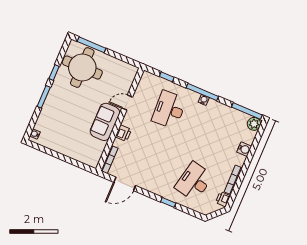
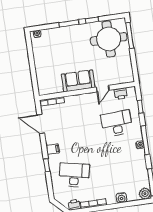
door: (127, 103) -> (103, 89), swing flipped
printer: (123, 133) -> (121, 94), moved
filing cabinet: (156, 187) -> (53, 149), added

